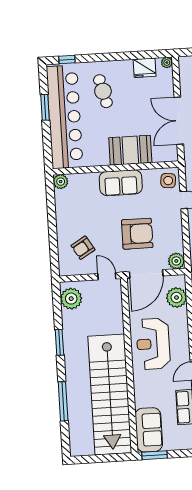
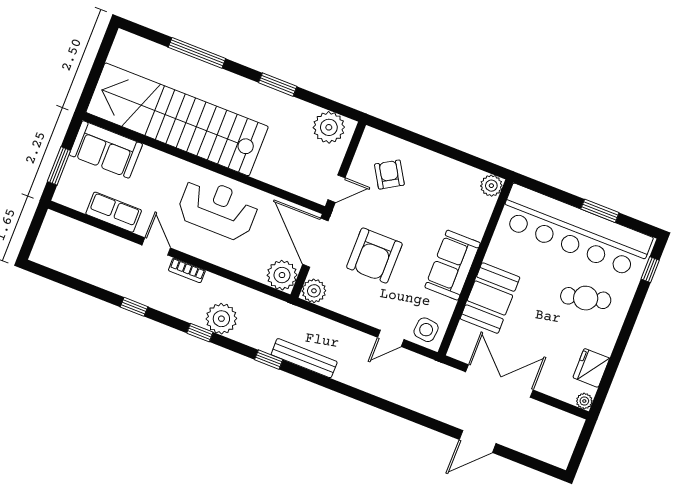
plant: (176, 298) -> (282, 275), moved
window: (154, 455) -> (59, 166), moved

